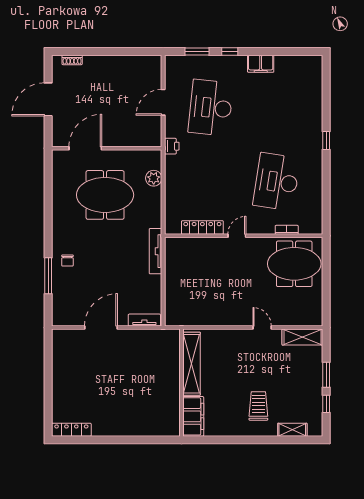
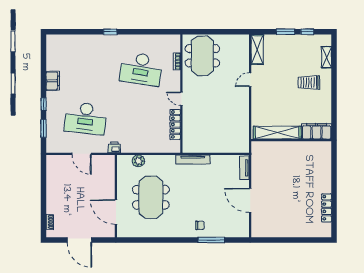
locker: (71, 430) -> (327, 208), moved

